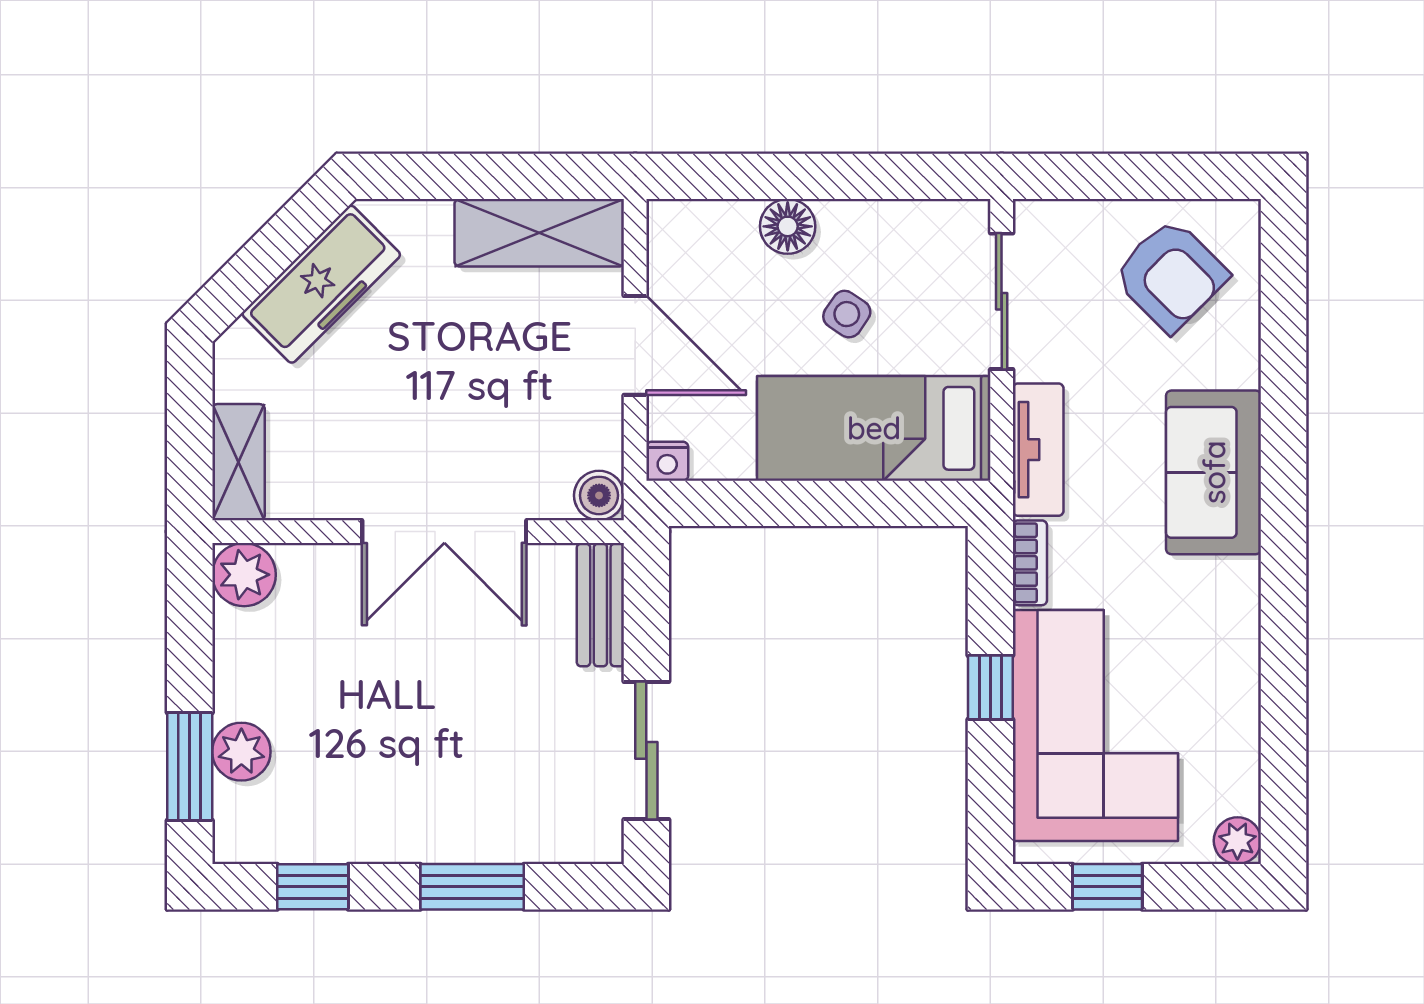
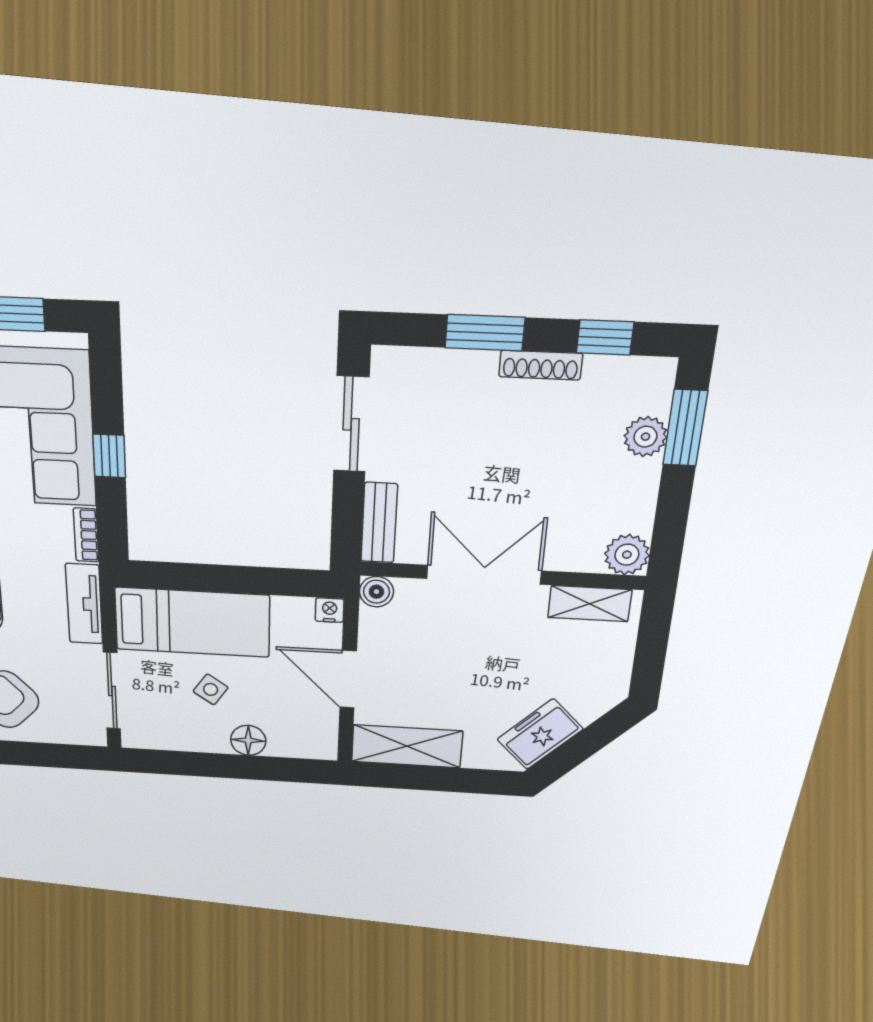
freezer: (321, 284) -> (540, 734), width x0.71
shelving: (238, 462) -> (590, 604), moved, turned 90
shoe rack: (394, 846) -> (541, 365), added

